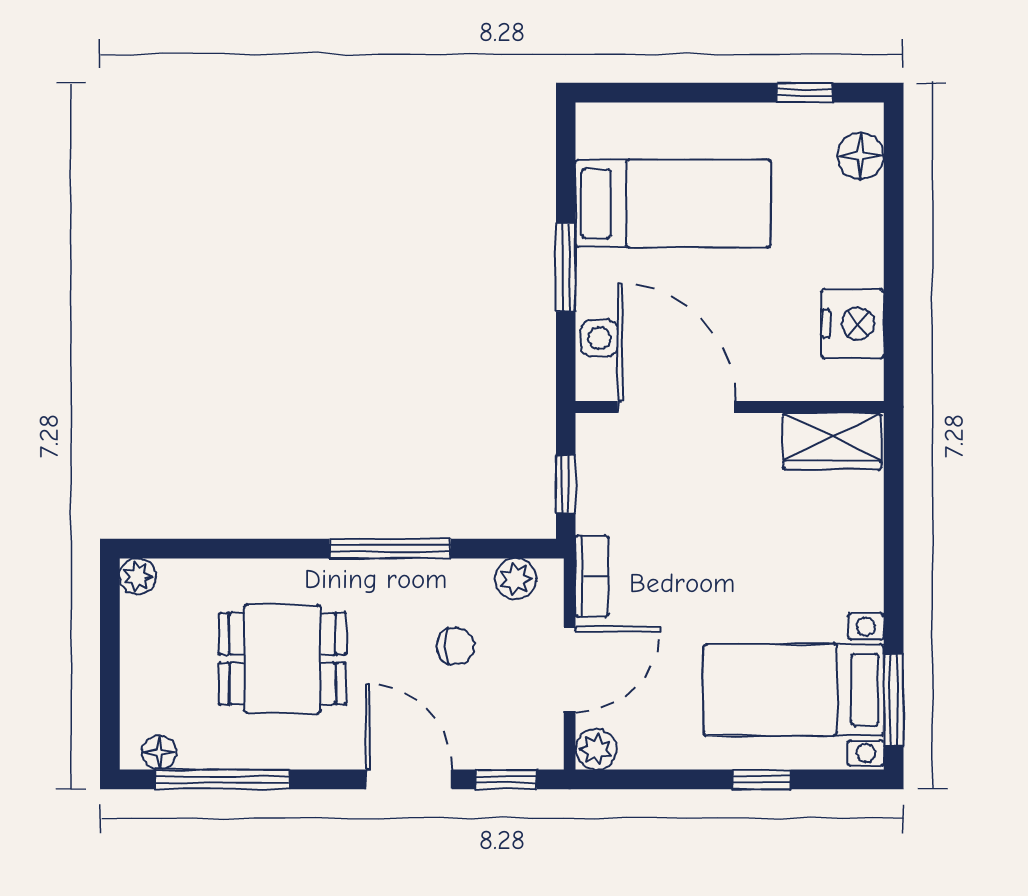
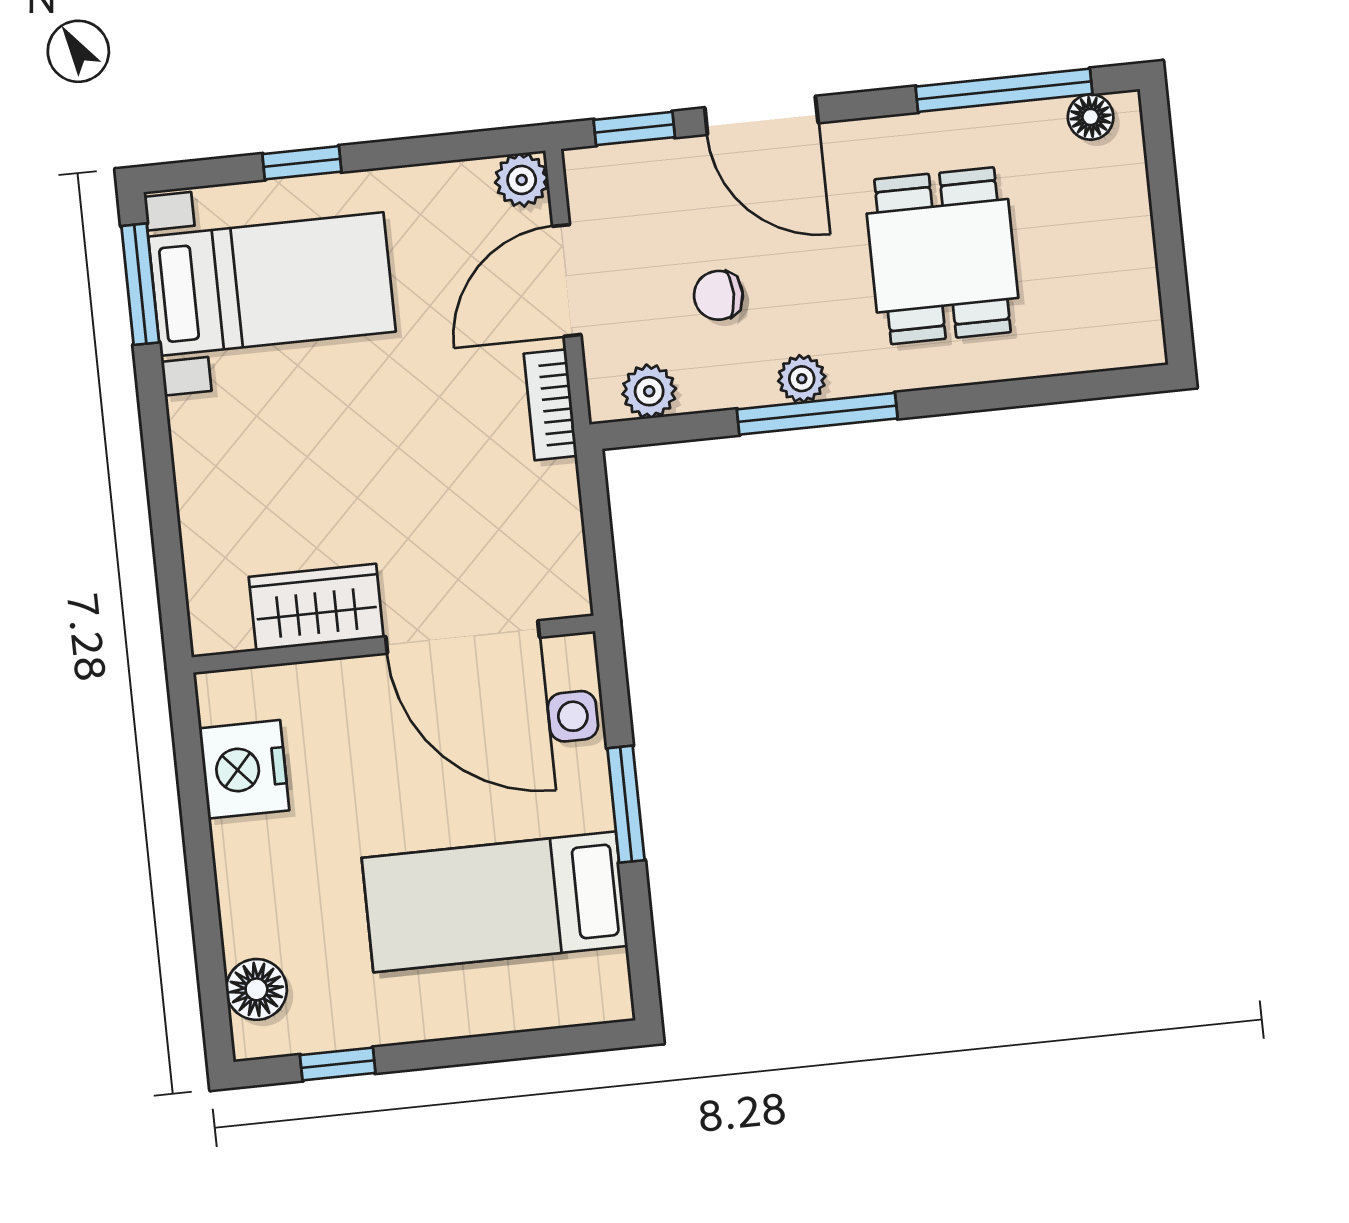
wardrobe: (832, 441) -> (316, 607), moved
window: (566, 484) -> (597, 522), removed
plant: (138, 576) -> (802, 379), moved
dining table: (282, 659) -> (943, 256), turned 90

